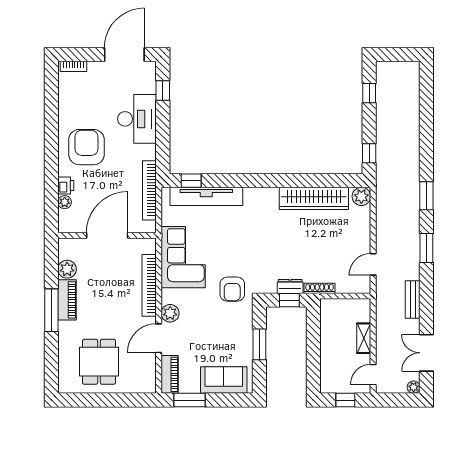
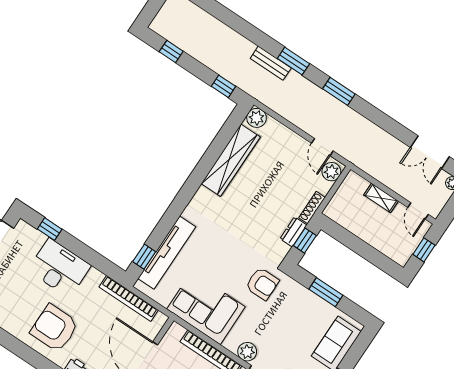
plant: (358, 285) -> (331, 172), added
bench: (413, 300) -> (271, 63), moved

